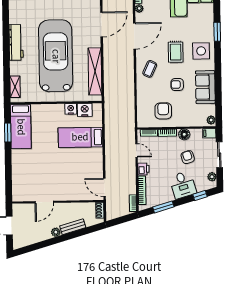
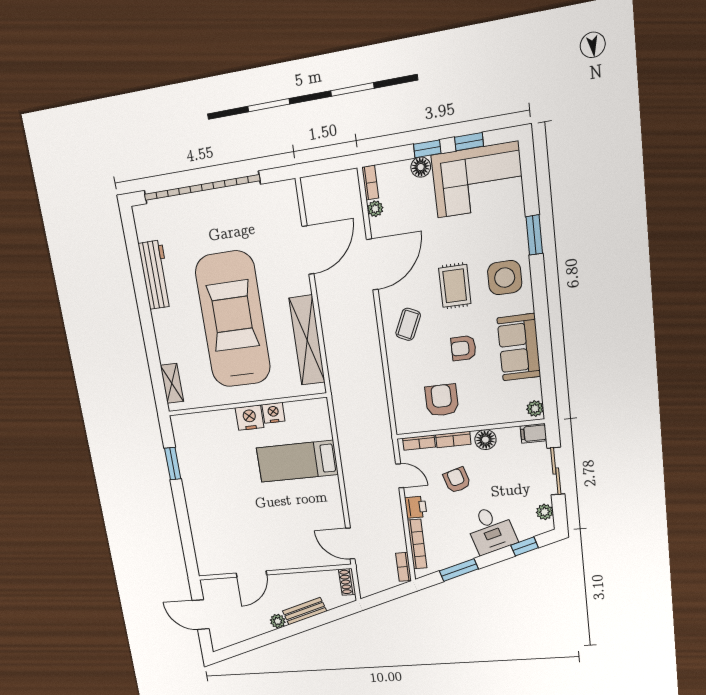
workbench: (16, 42) -> (155, 275), moved
nightstand: (85, 110) -> (250, 418), moved
bed: (21, 127) -> (193, 451), removed
armchair: (188, 157) -> (457, 480), moved

